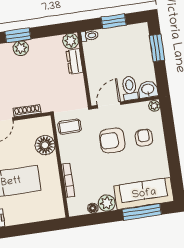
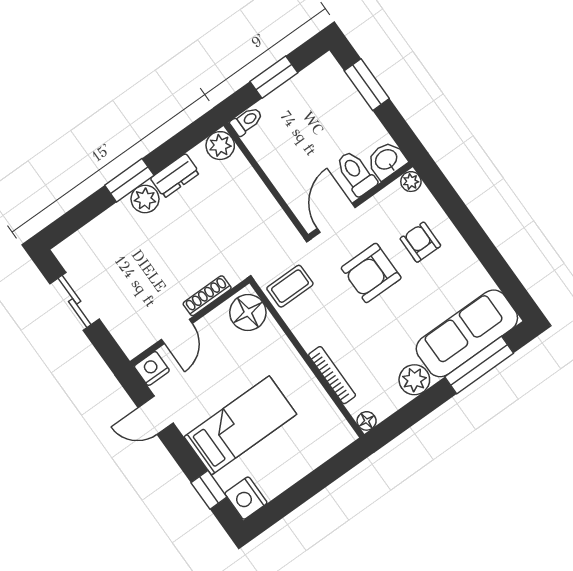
dresser: (75, 61) -> (175, 176), moved, turned -90
floor lamp: (45, 145) -> (248, 312), moved
floor lamp: (93, 208) -> (367, 421), moved

